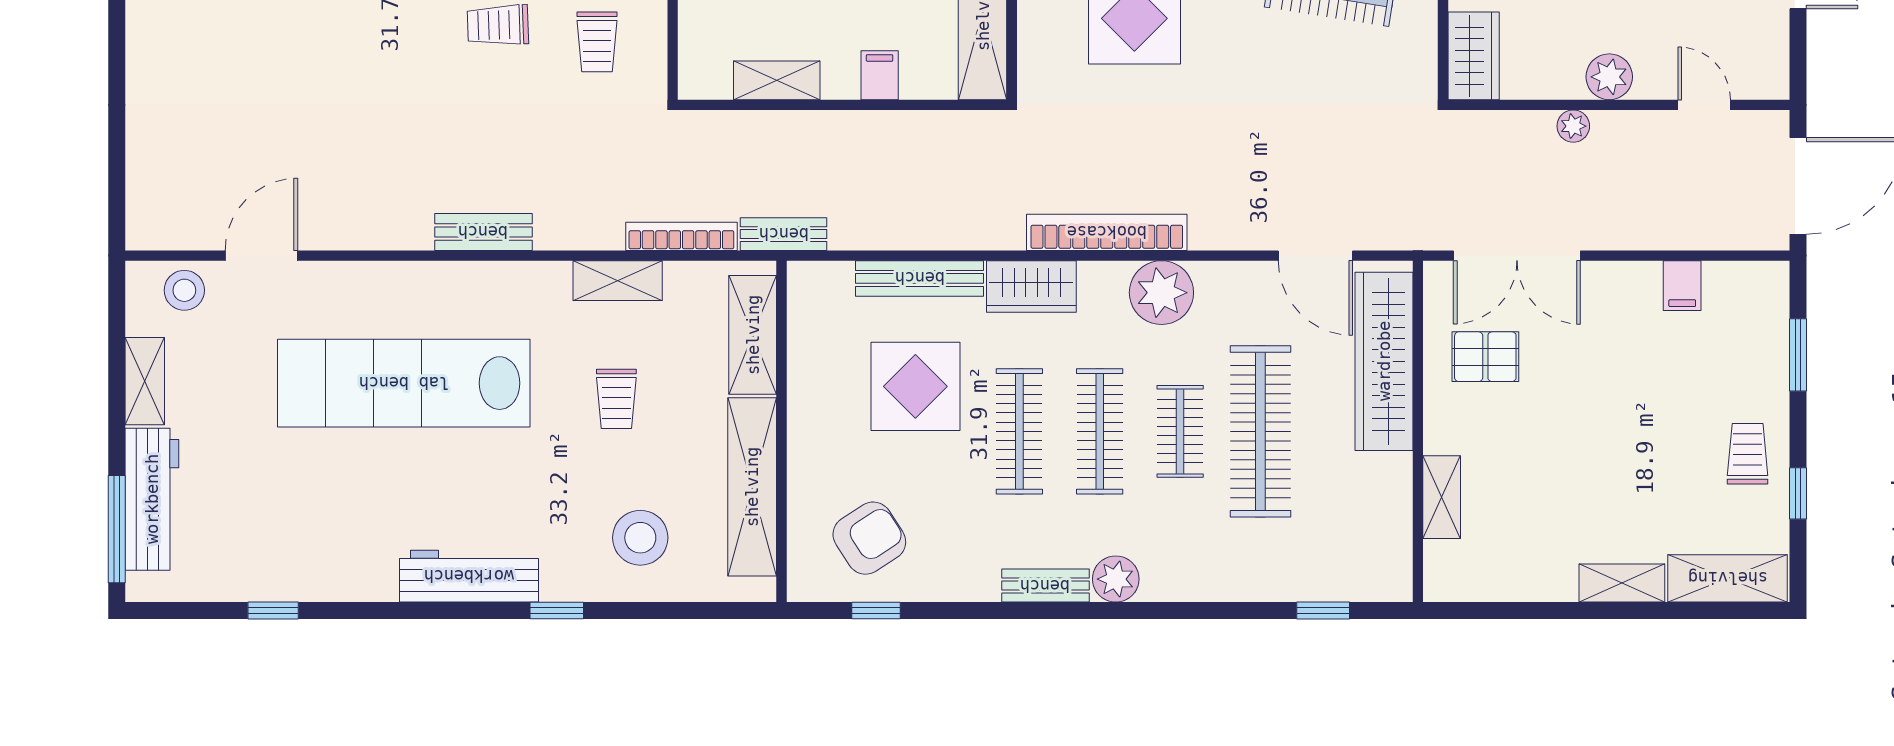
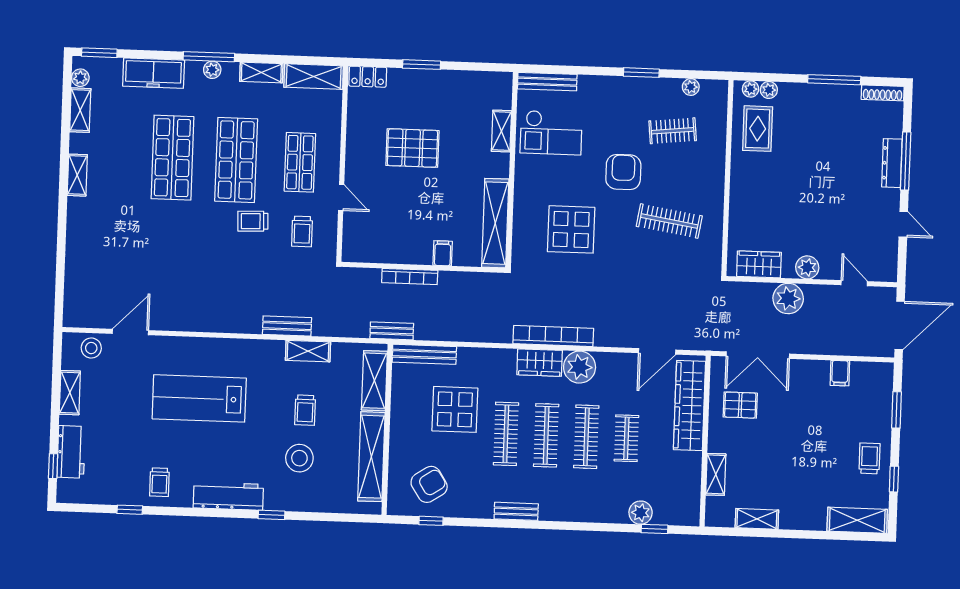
wardrobe: (1474, 56) -> (759, 264), moved, turned -90
shelving: (777, 80) -> (391, 254), removed
plant: (1573, 126) -> (788, 298), width x1.87, depth x1.87
bench: (483, 232) -> (287, 326), moved
bookcase: (681, 236) -> (410, 277), moved, turned 180
door: (1315, 256) -> (657, 351), hinge flipped
bench: (920, 278) -> (424, 354), moved
wardrobe: (1031, 287) -> (540, 363), moved
lab bench: (404, 383) -> (199, 398), width x0.73
clothes rail: (1180, 431) -> (586, 437), width x1.36
clothes rail: (1260, 431) -> (626, 438), width x0.54, depth x0.76
workbench: (152, 499) -> (71, 452), width x0.73
window: (117, 529) -> (53, 466), width x0.46
stool: (640, 538) -> (299, 458), moved
trolley: (330, 553) -> (159, 482), added
plant: (1116, 579) -> (641, 513), moved
shelving: (1622, 583) -> (757, 519), moved

